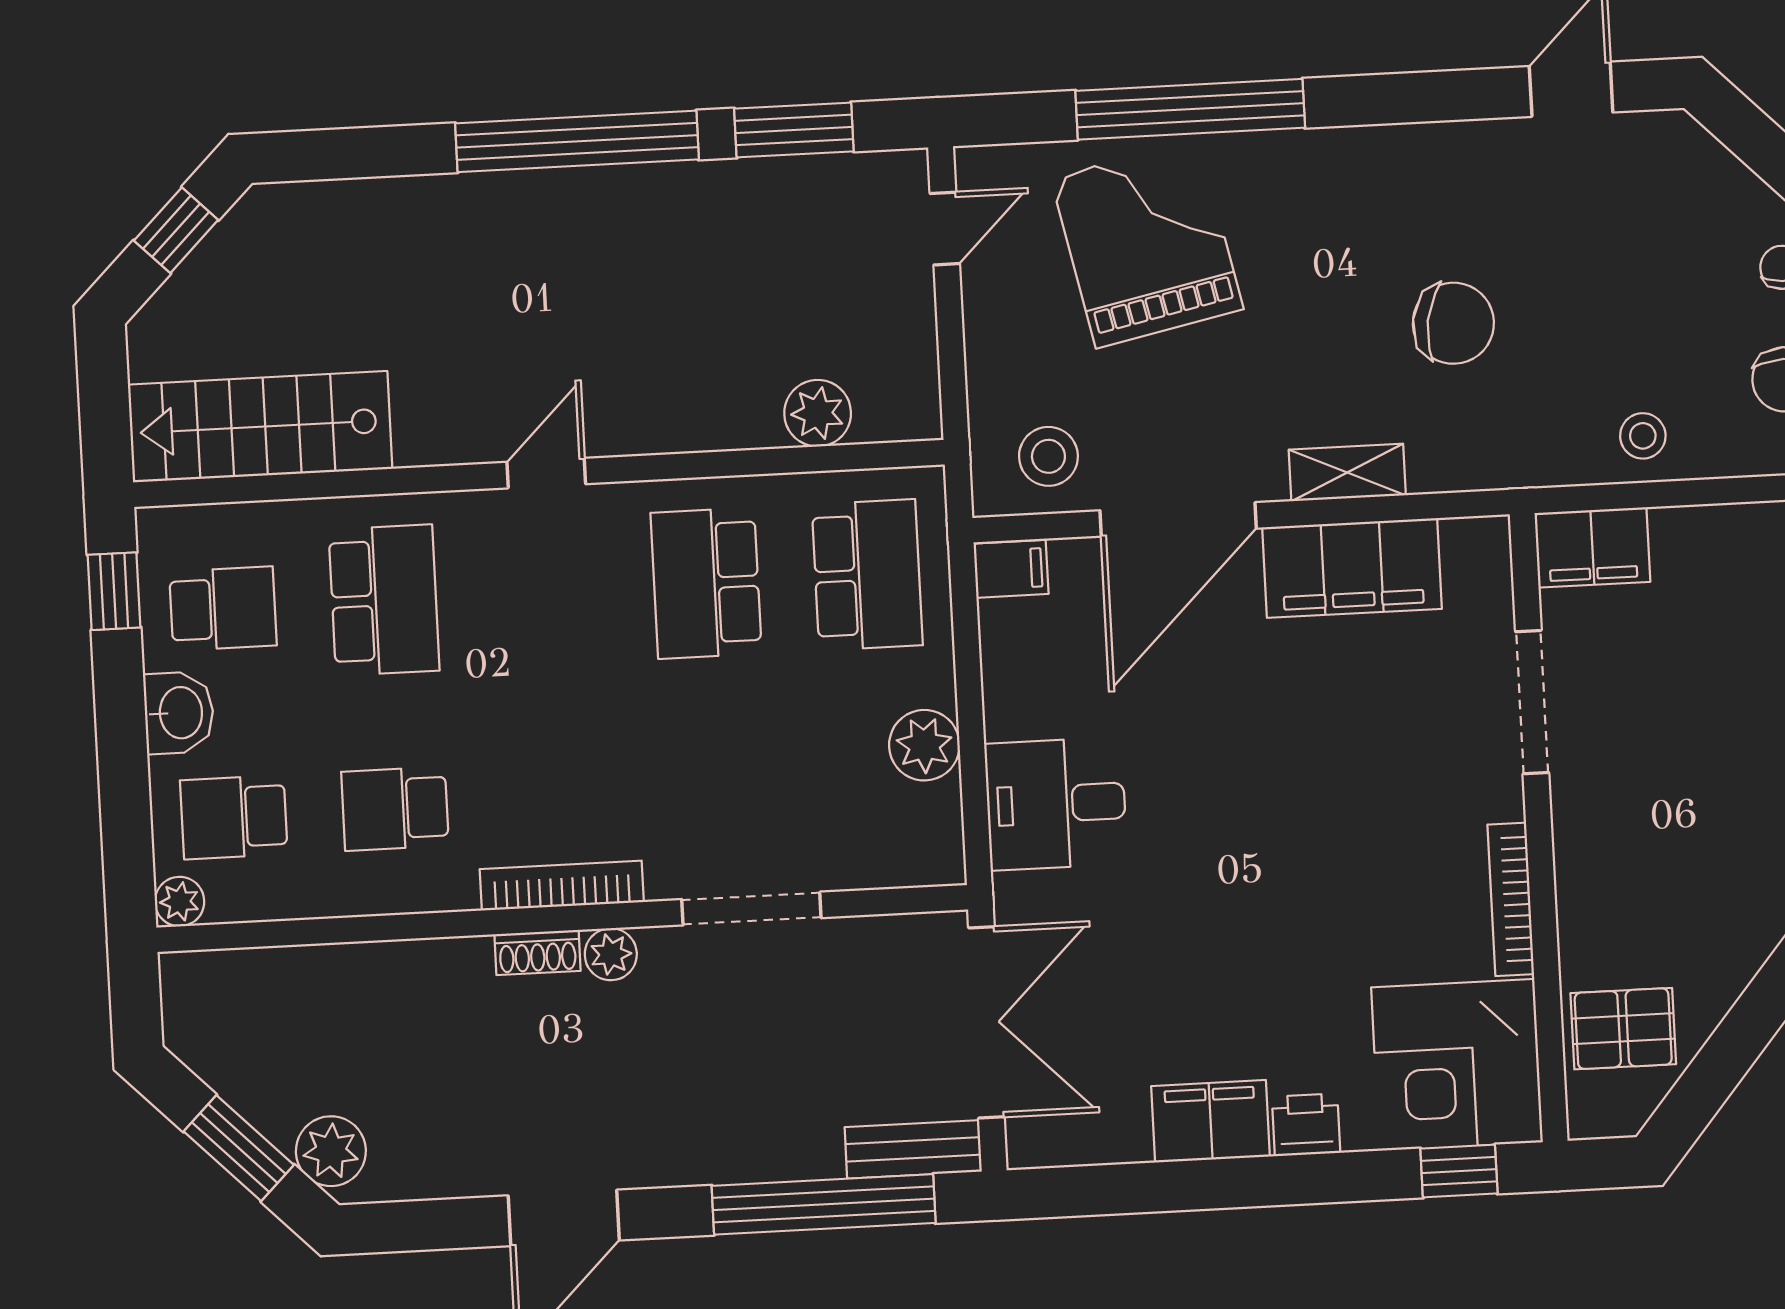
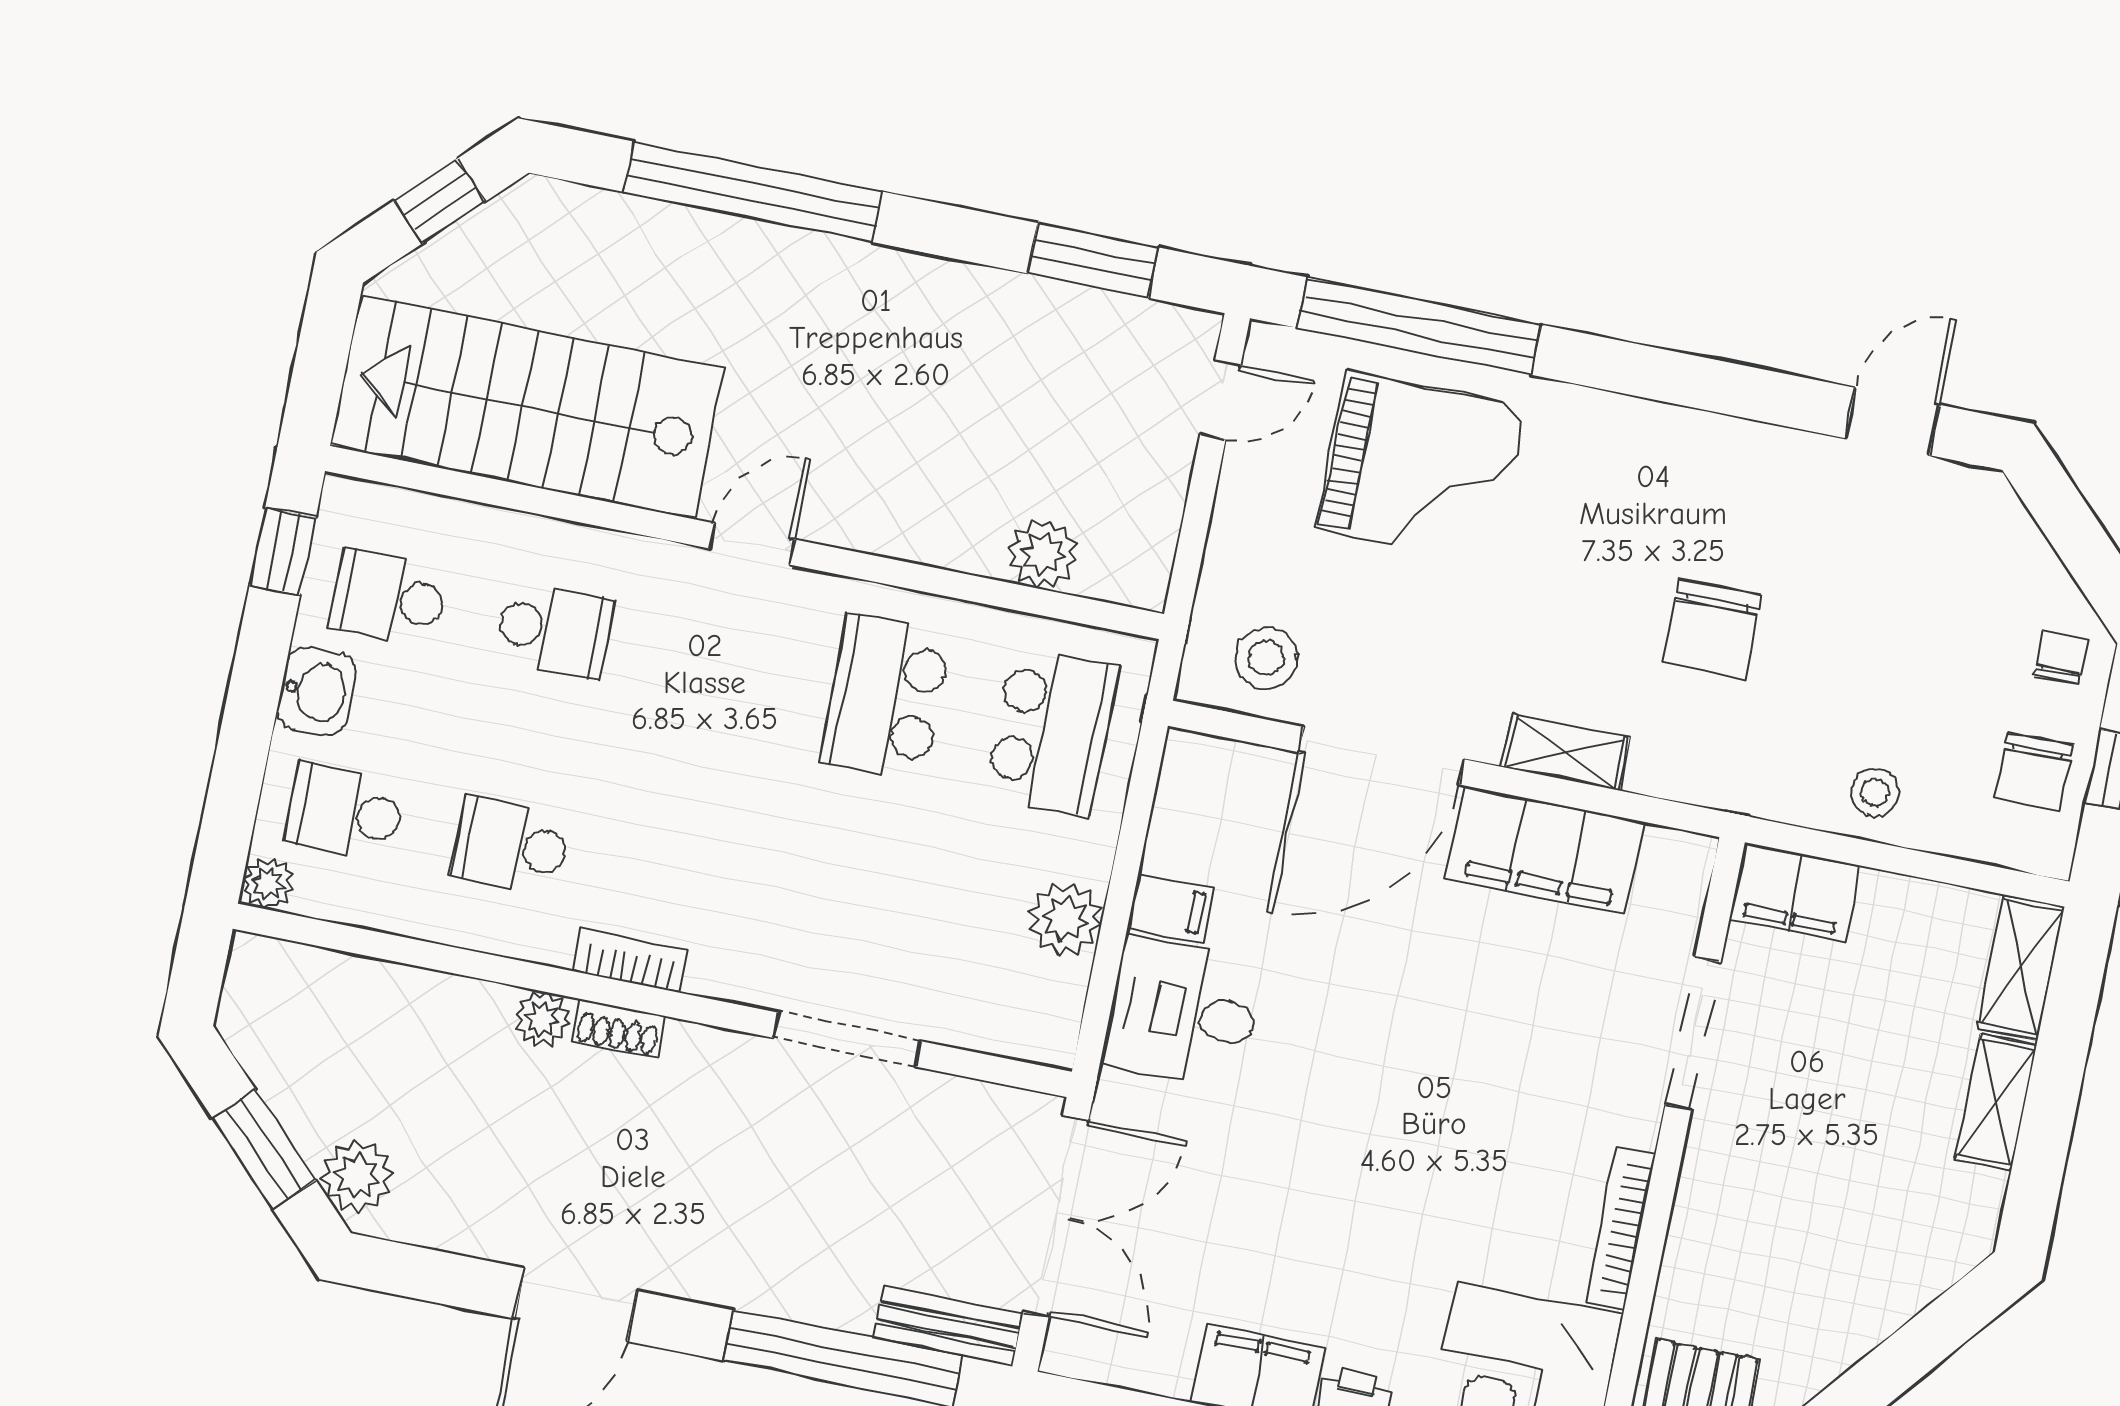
window: (1190, 109) -> (1419, 326), moved
window: (577, 141) -> (753, 192), moved
grand piano: (1147, 244) -> (1422, 468), turned 102
chair: (1453, 323) -> (1712, 628), turned 81
stairs: (260, 427) -> (527, 407), width x1.36, depth x1.51
filing cabinet: (1011, 569) -> (1170, 908), moved
school desk: (384, 600) -> (554, 631), width x0.54
school desk: (223, 609) -> (389, 597), turned 180
bookcase: (562, 886) -> (630, 961), width x0.64
plant: (611, 954) -> (542, 1019), moved

